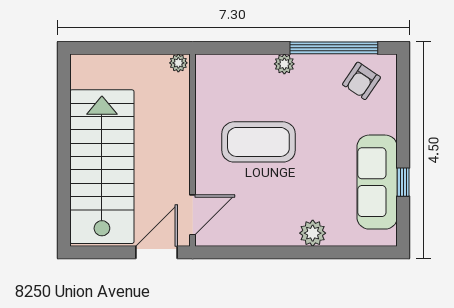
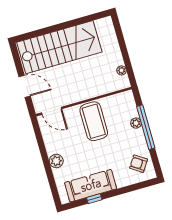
window: (334, 48) -> (146, 127), moved
wall: (193, 150) -> (84, 102), moved
door: (193, 215) -> (52, 111), moved

